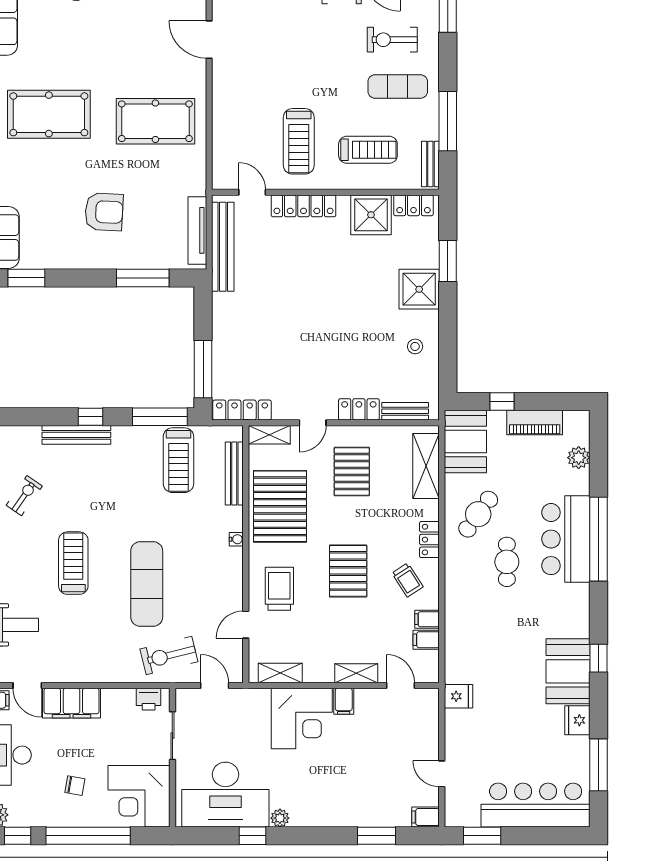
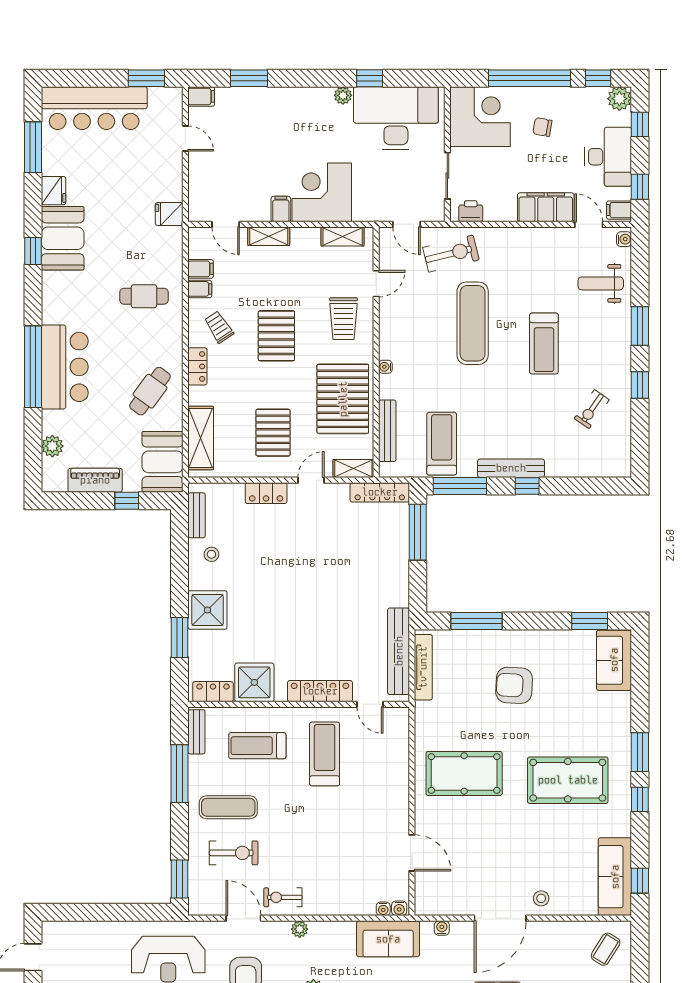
bench: (405, 411) -> (197, 515), moved, turned 90
bench: (76, 435) -> (511, 468), moved
cafe table: (507, 562) -> (144, 296), moved, turned 90

